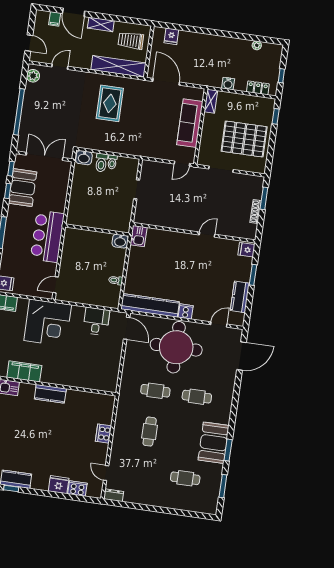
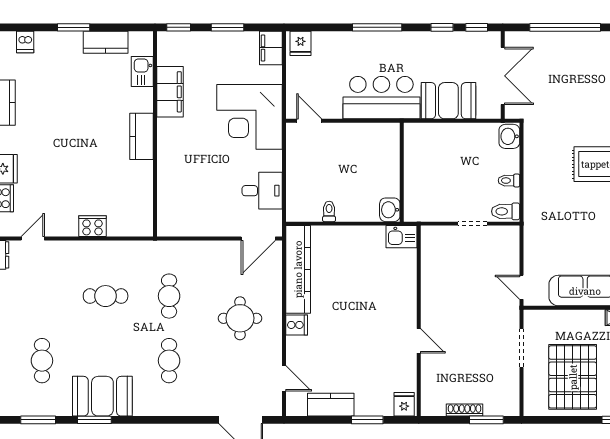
toilet: (101, 163) -> (506, 211), moved
booth: (23, 188) -> (448, 101), moved
round table: (176, 347) -> (240, 318), width x0.54, depth x0.54

